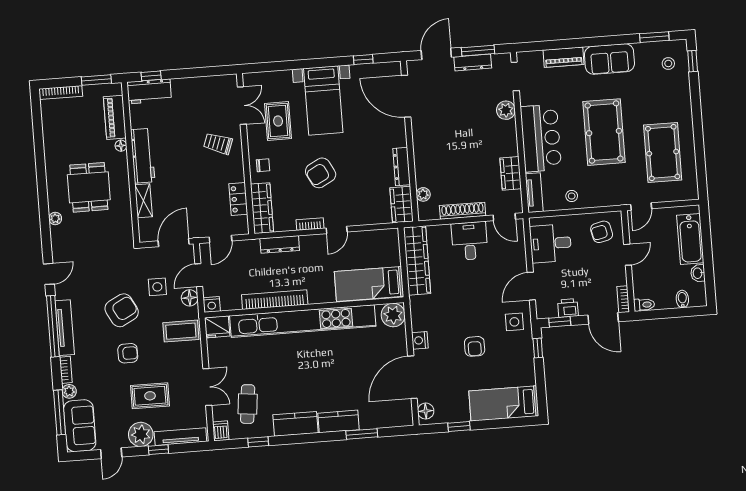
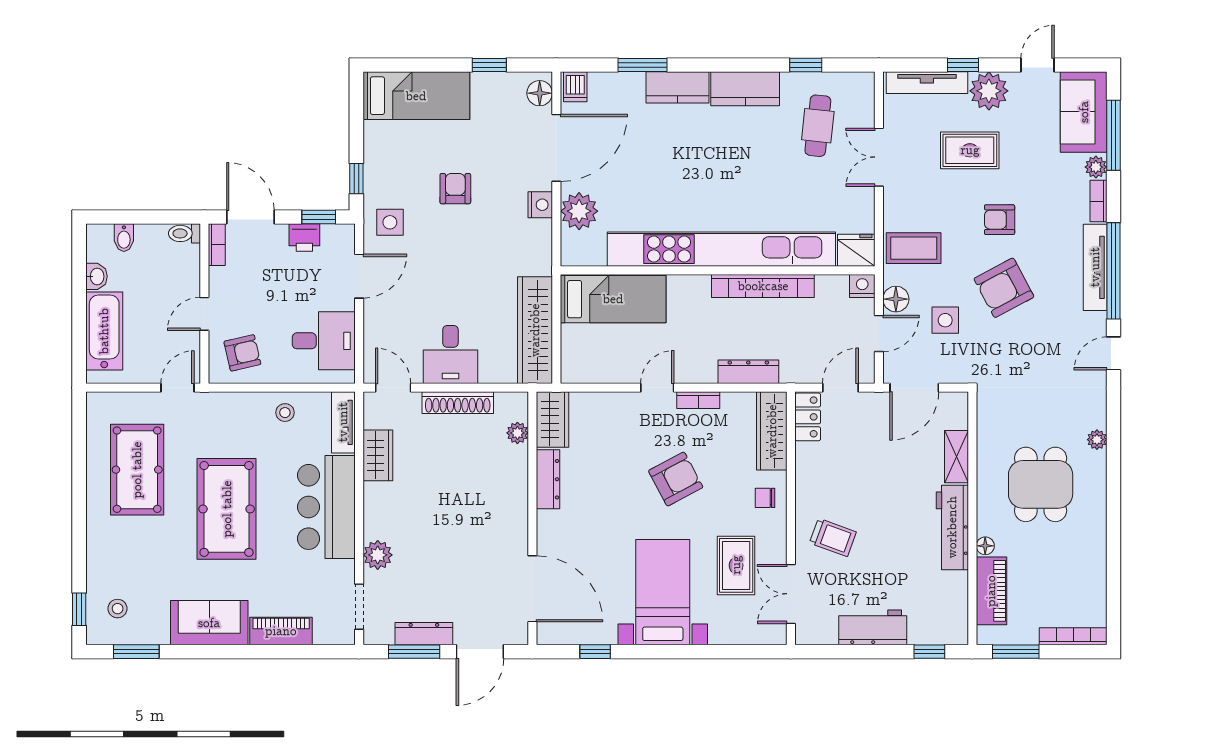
workbench: (149, 91) -> (873, 627), moved
locker: (238, 199) -> (808, 417), moved
plant: (393, 315) -> (579, 211), moved
dishwasher: (221, 431) -> (575, 87), moved

